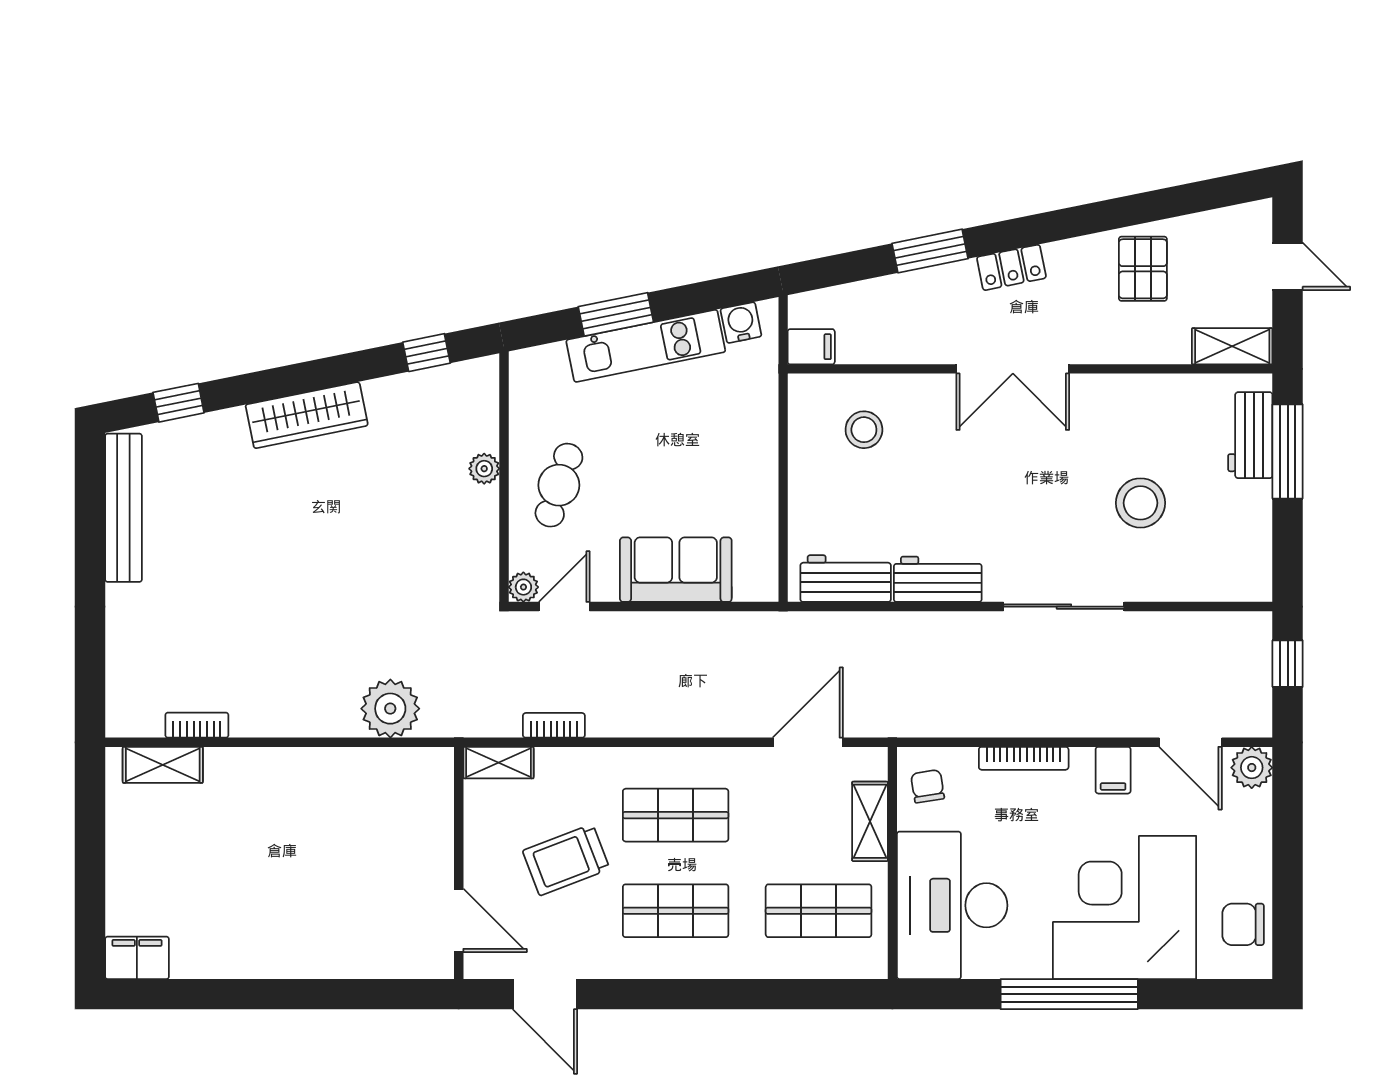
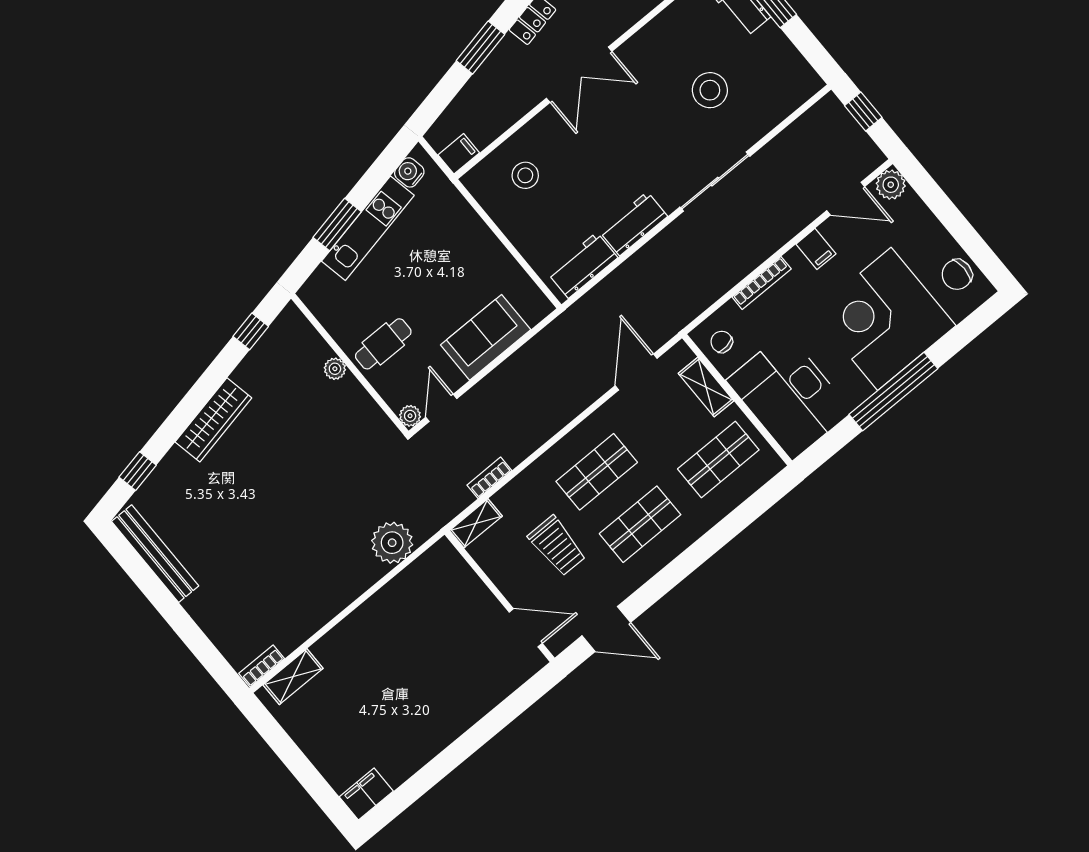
cafe table: (559, 485) -> (383, 344), turned 72
bookcase: (197, 725) -> (262, 666), moved
trolley: (566, 860) -> (557, 546), turned -69

